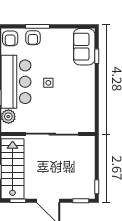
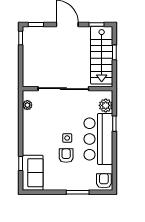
armchair: (33, 38) -> (66, 156), moved
plant: (90, 117) -> (27, 105), added

